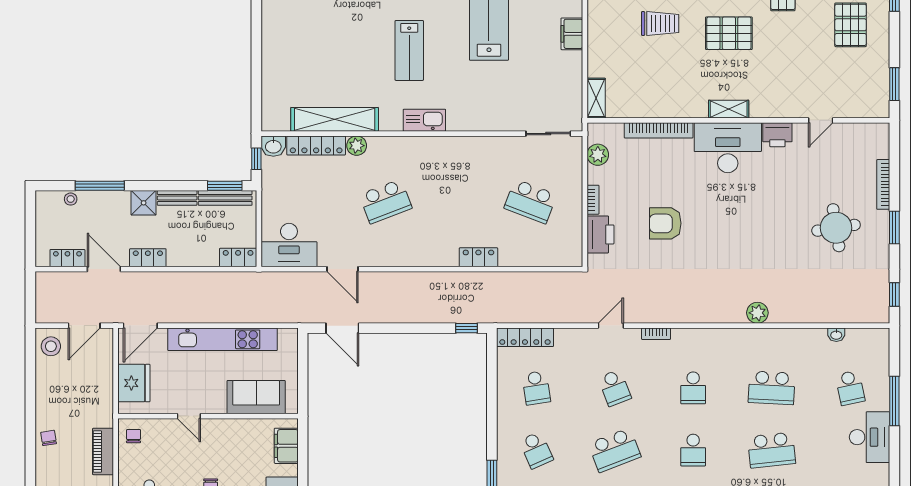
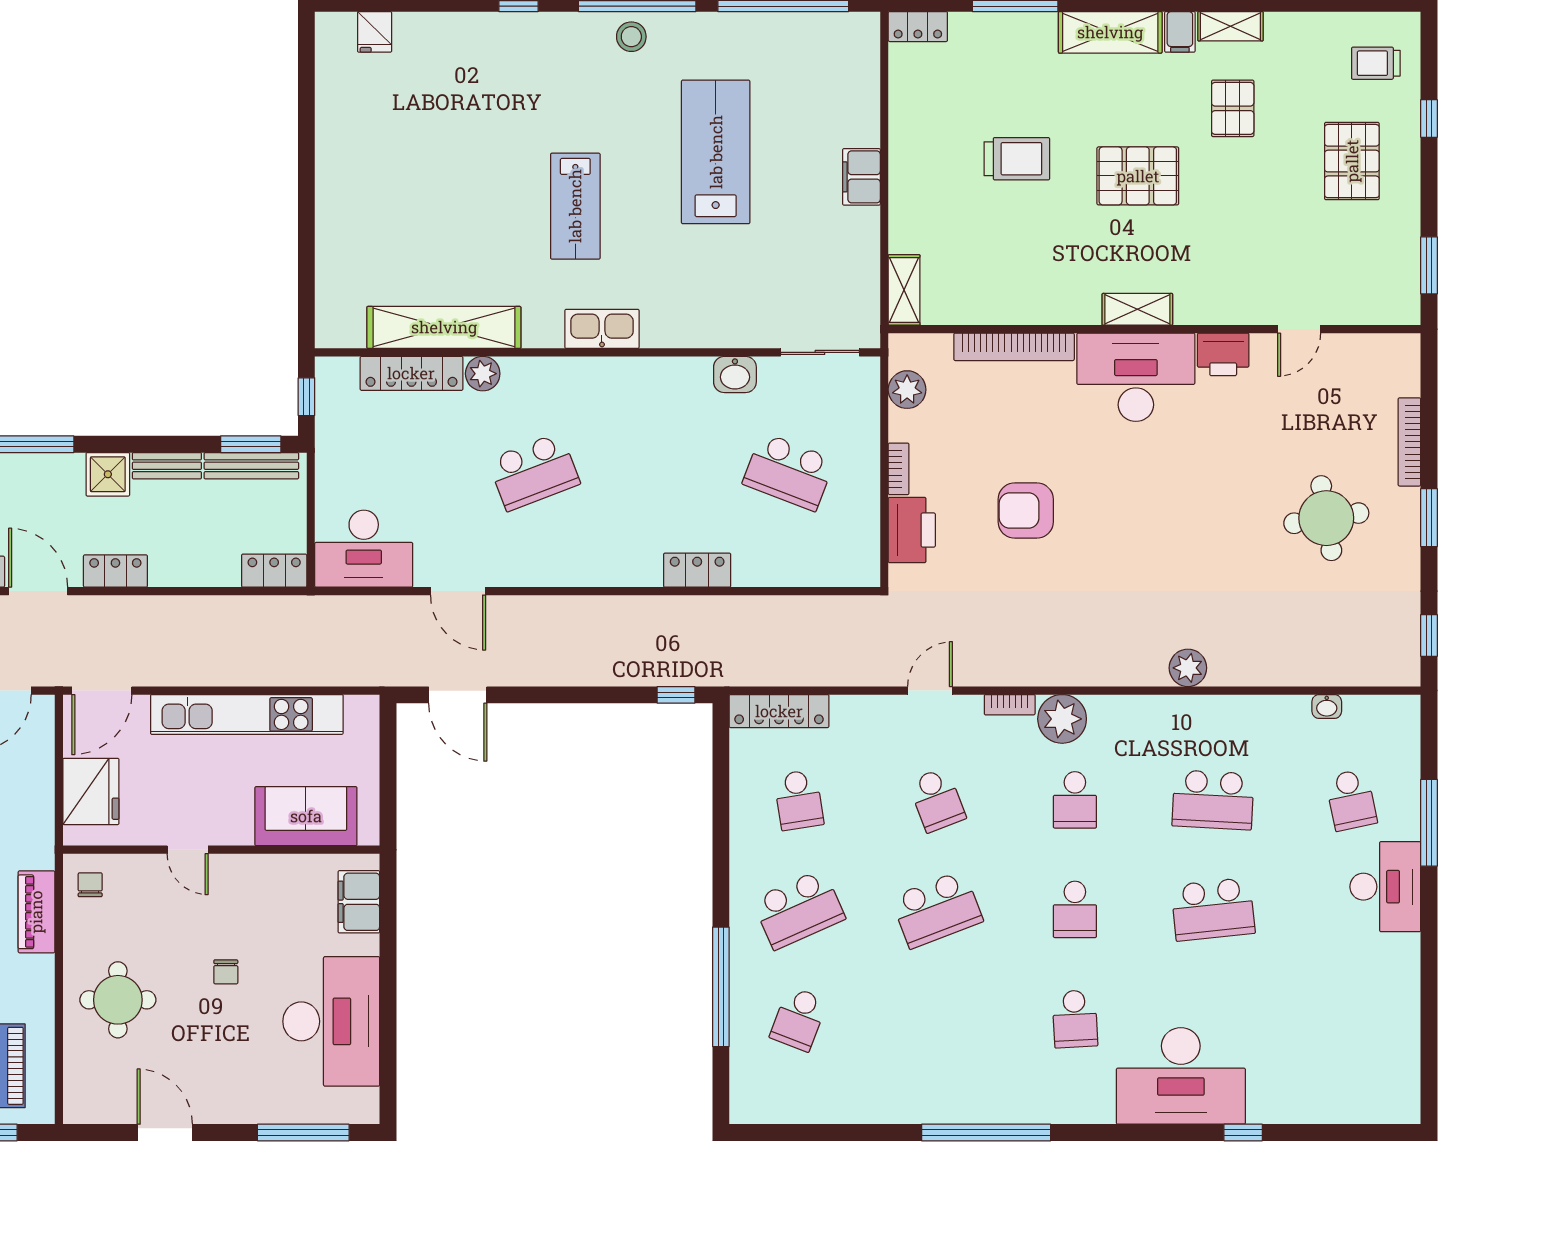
washbasin: (273, 146) -> (735, 374), moved
plant: (686, 342) -> (1062, 719), added
school desk: (536, 450) -> (799, 909), width x1.85

